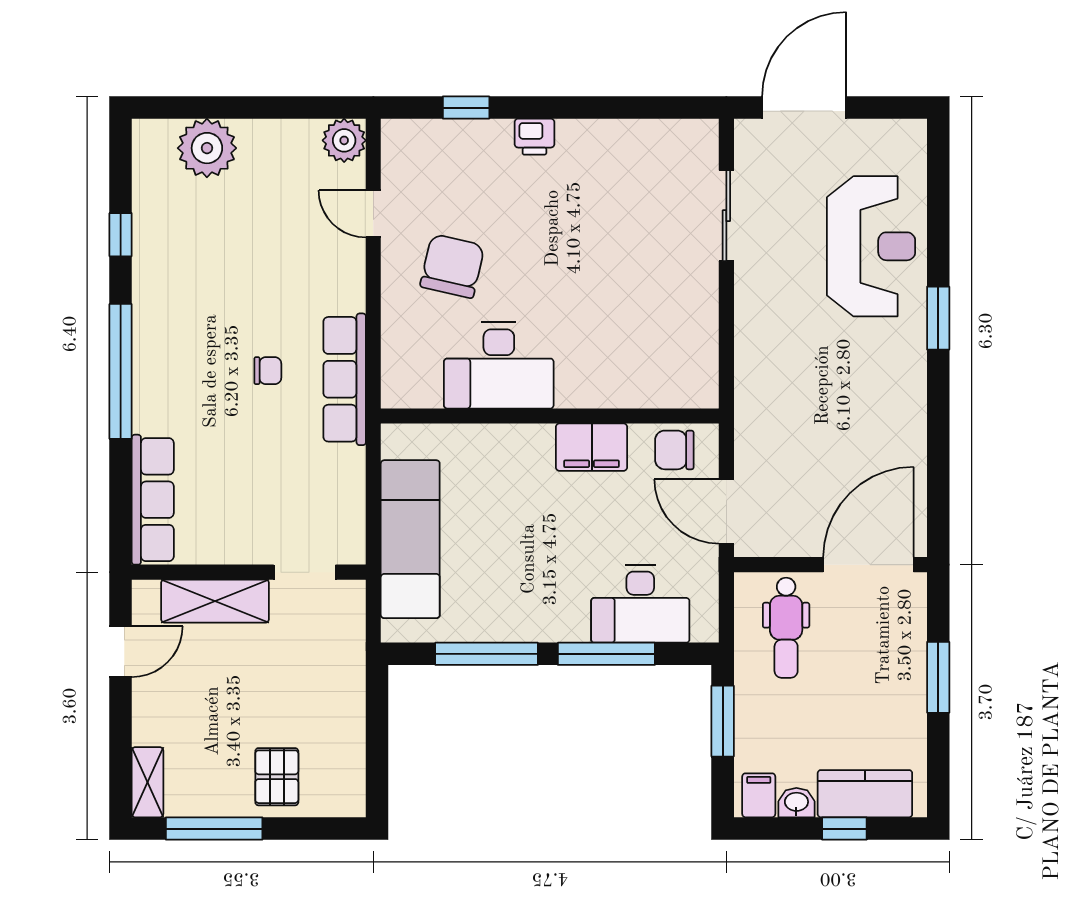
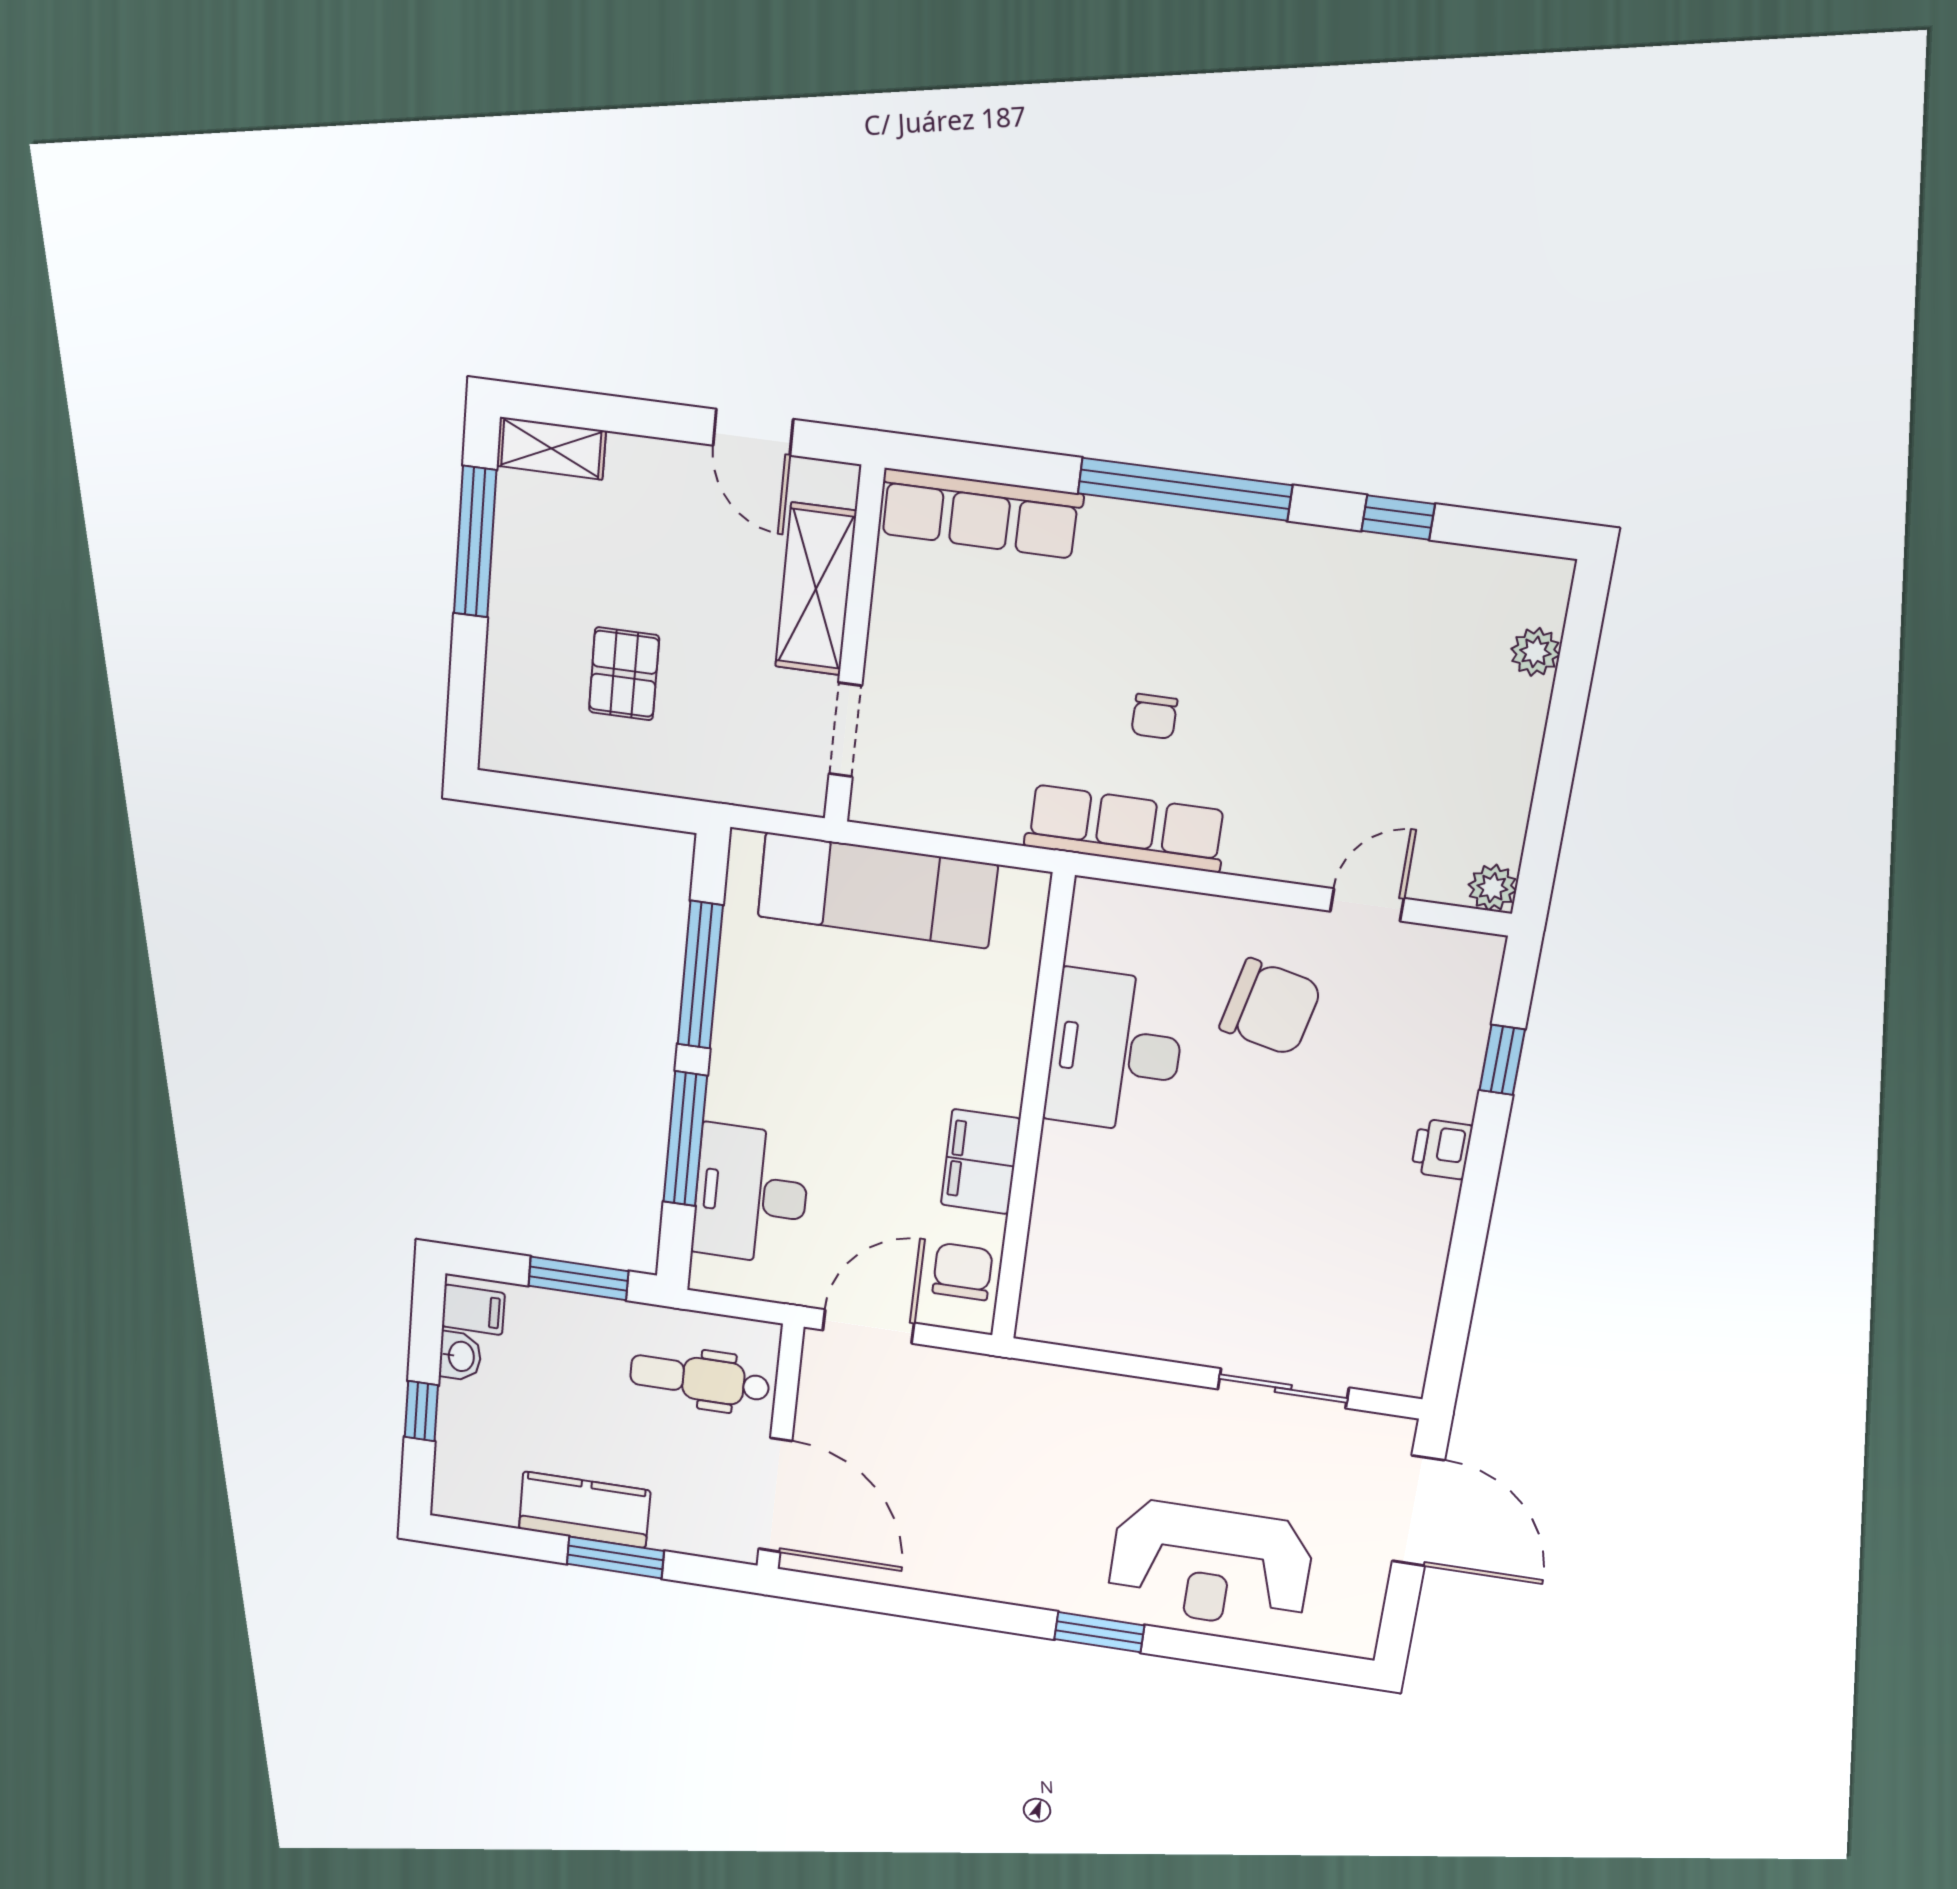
plant: (344, 140) -> (1492, 888), width x0.73, depth x0.73
plant: (207, 148) -> (1535, 652), width x0.53, depth x0.53
pallet: (277, 777) -> (624, 674), moved, turned 90
kitchen counter: (865, 794) -> (585, 1510), moved, turned -90

